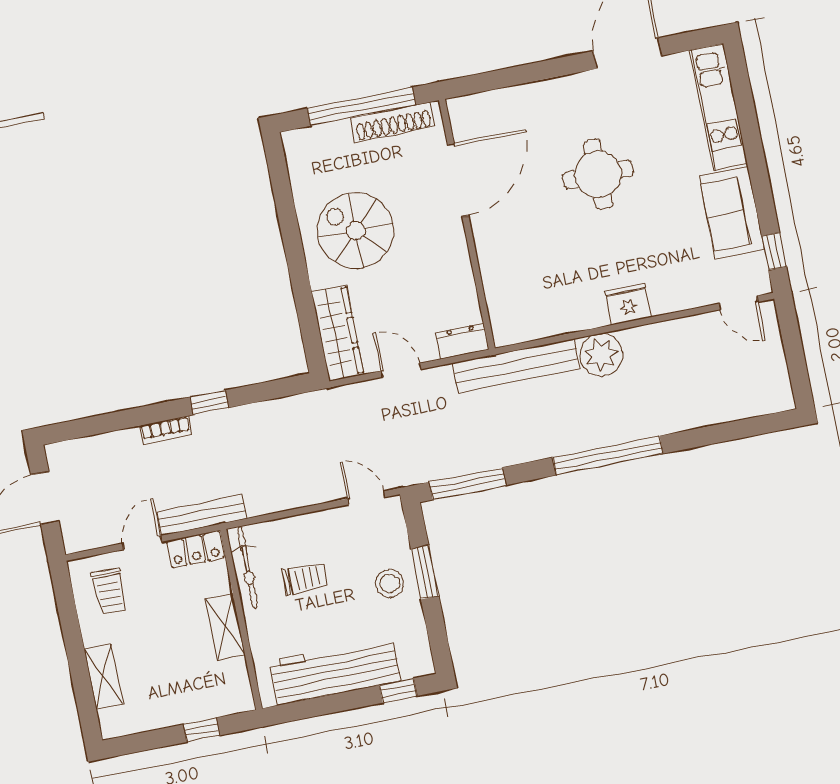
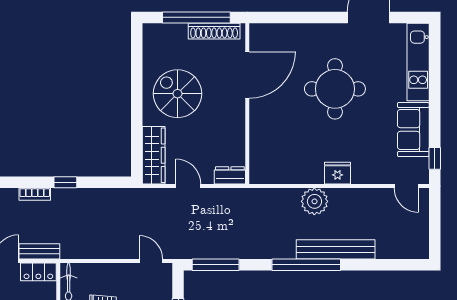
round table: (598, 174) -> (335, 89), width x1.36, depth x1.36
bench: (516, 366) -> (336, 249), moved
bench: (202, 515) -> (39, 251), width x0.73

